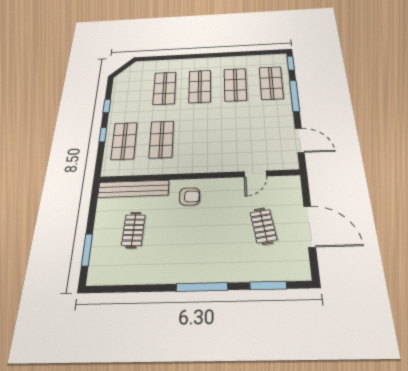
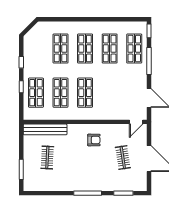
shop shelf: (199, 138) -> (85, 93), added
door: (255, 174) -> (136, 122), moved
armchair: (190, 196) -> (94, 140), moved

